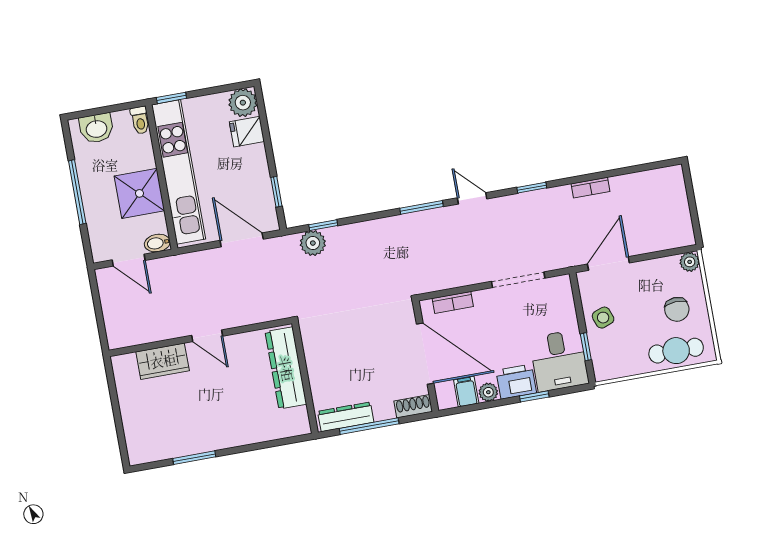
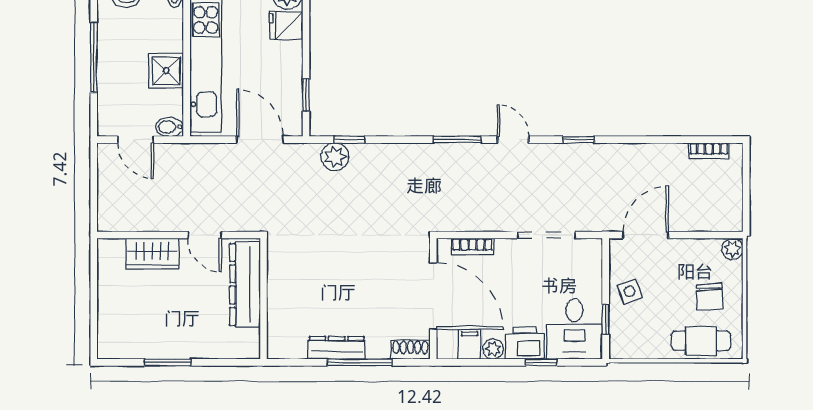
bookcase: (590, 188) -> (709, 151), moved
shower: (139, 193) -> (166, 71), width x0.73, depth x0.73
dresser: (286, 368) -> (245, 285), moved
wall: (305, 378) -> (264, 299), moved

